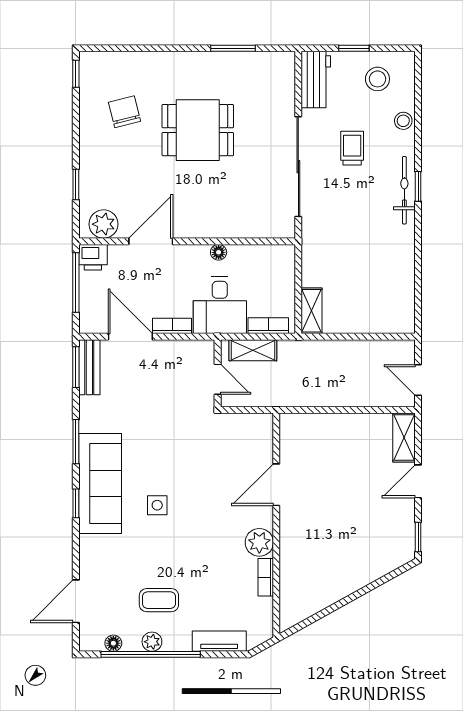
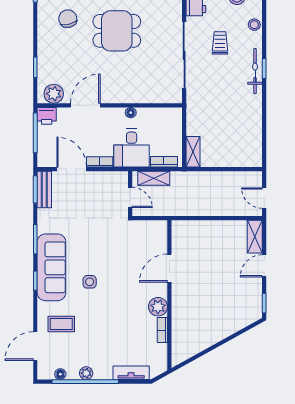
coffee table: (159, 600) -> (61, 324), moved

